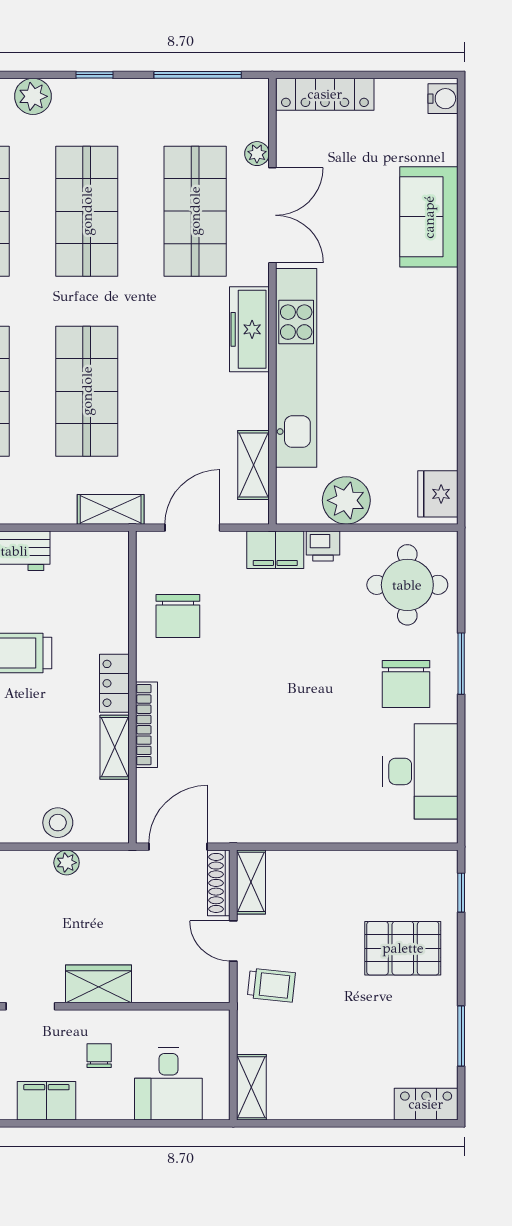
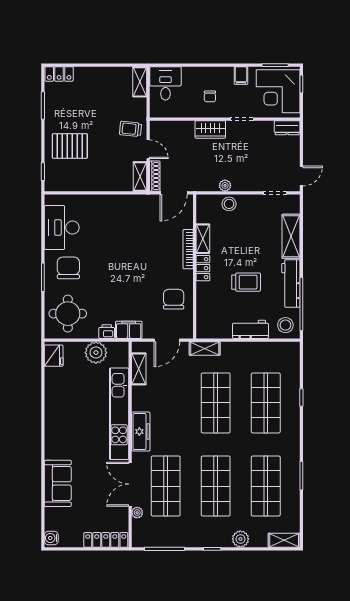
desk: (168, 1084) -> (165, 83), moved
filing cabinet: (46, 1101) -> (241, 76), width x0.50

